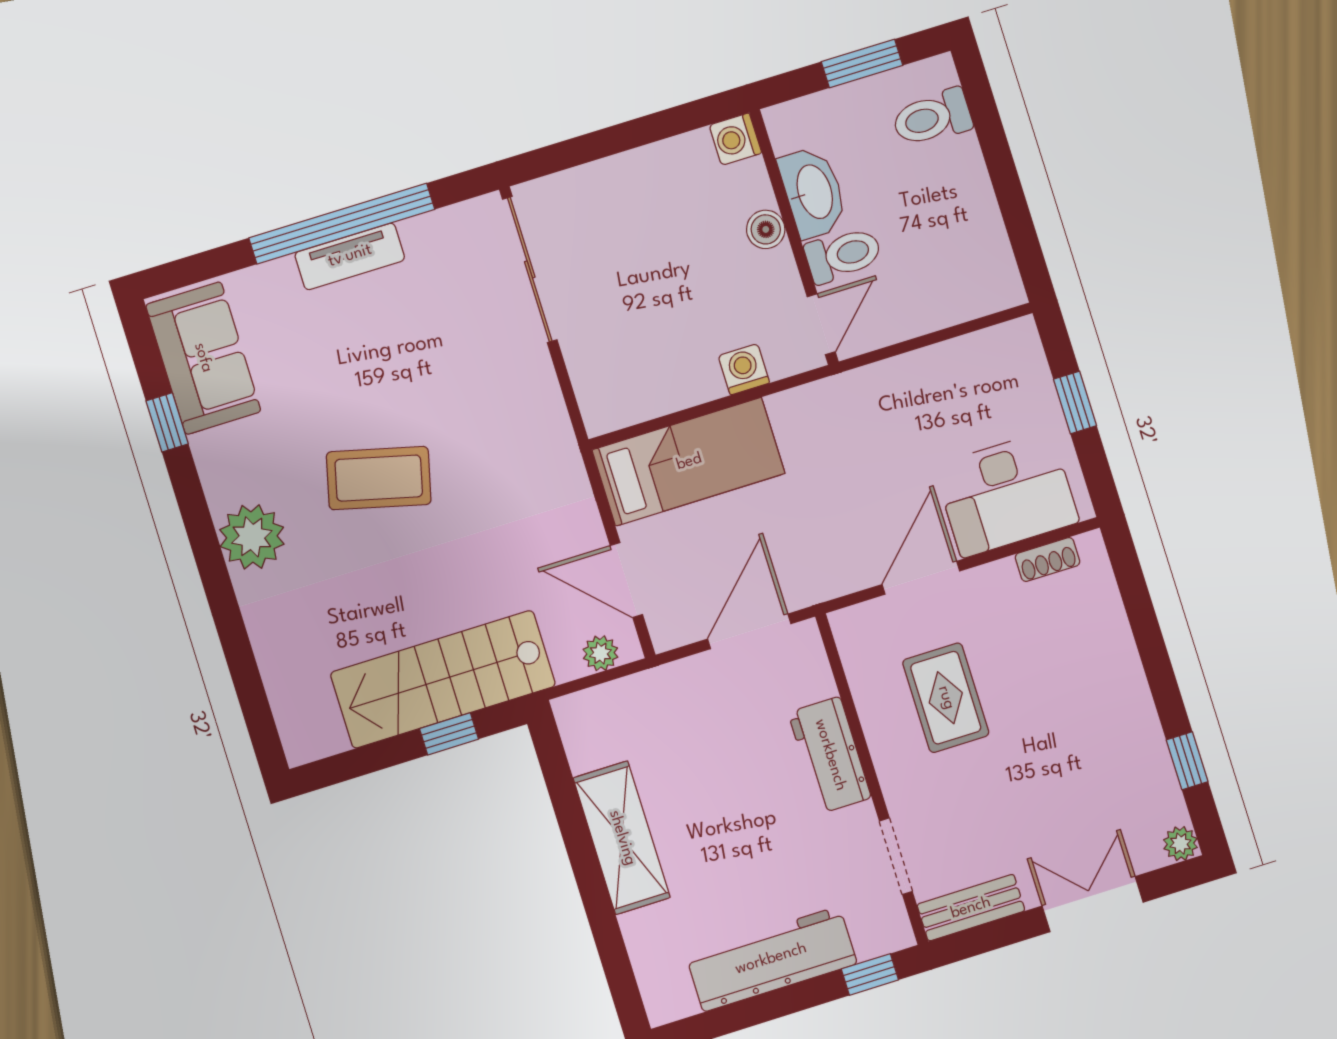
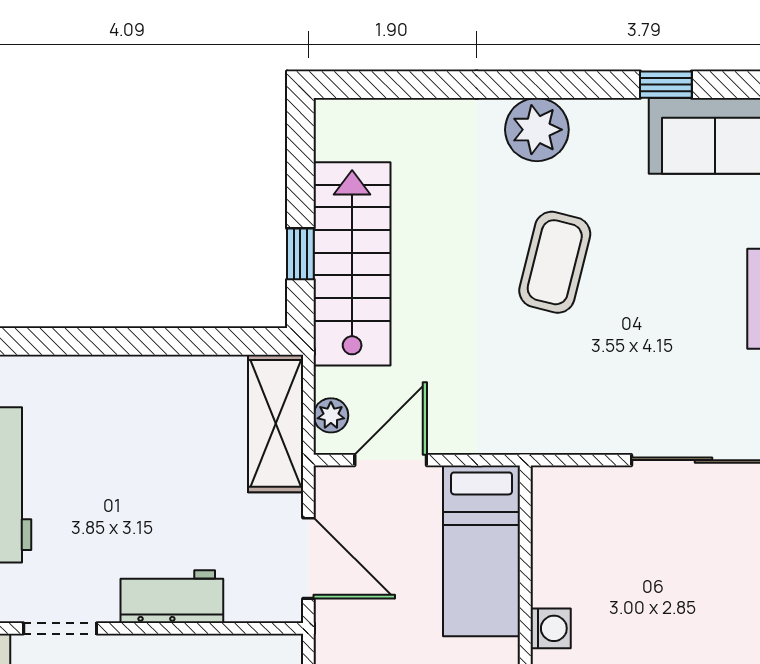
shelving: (622, 838) -> (276, 423), moved, turned 90

